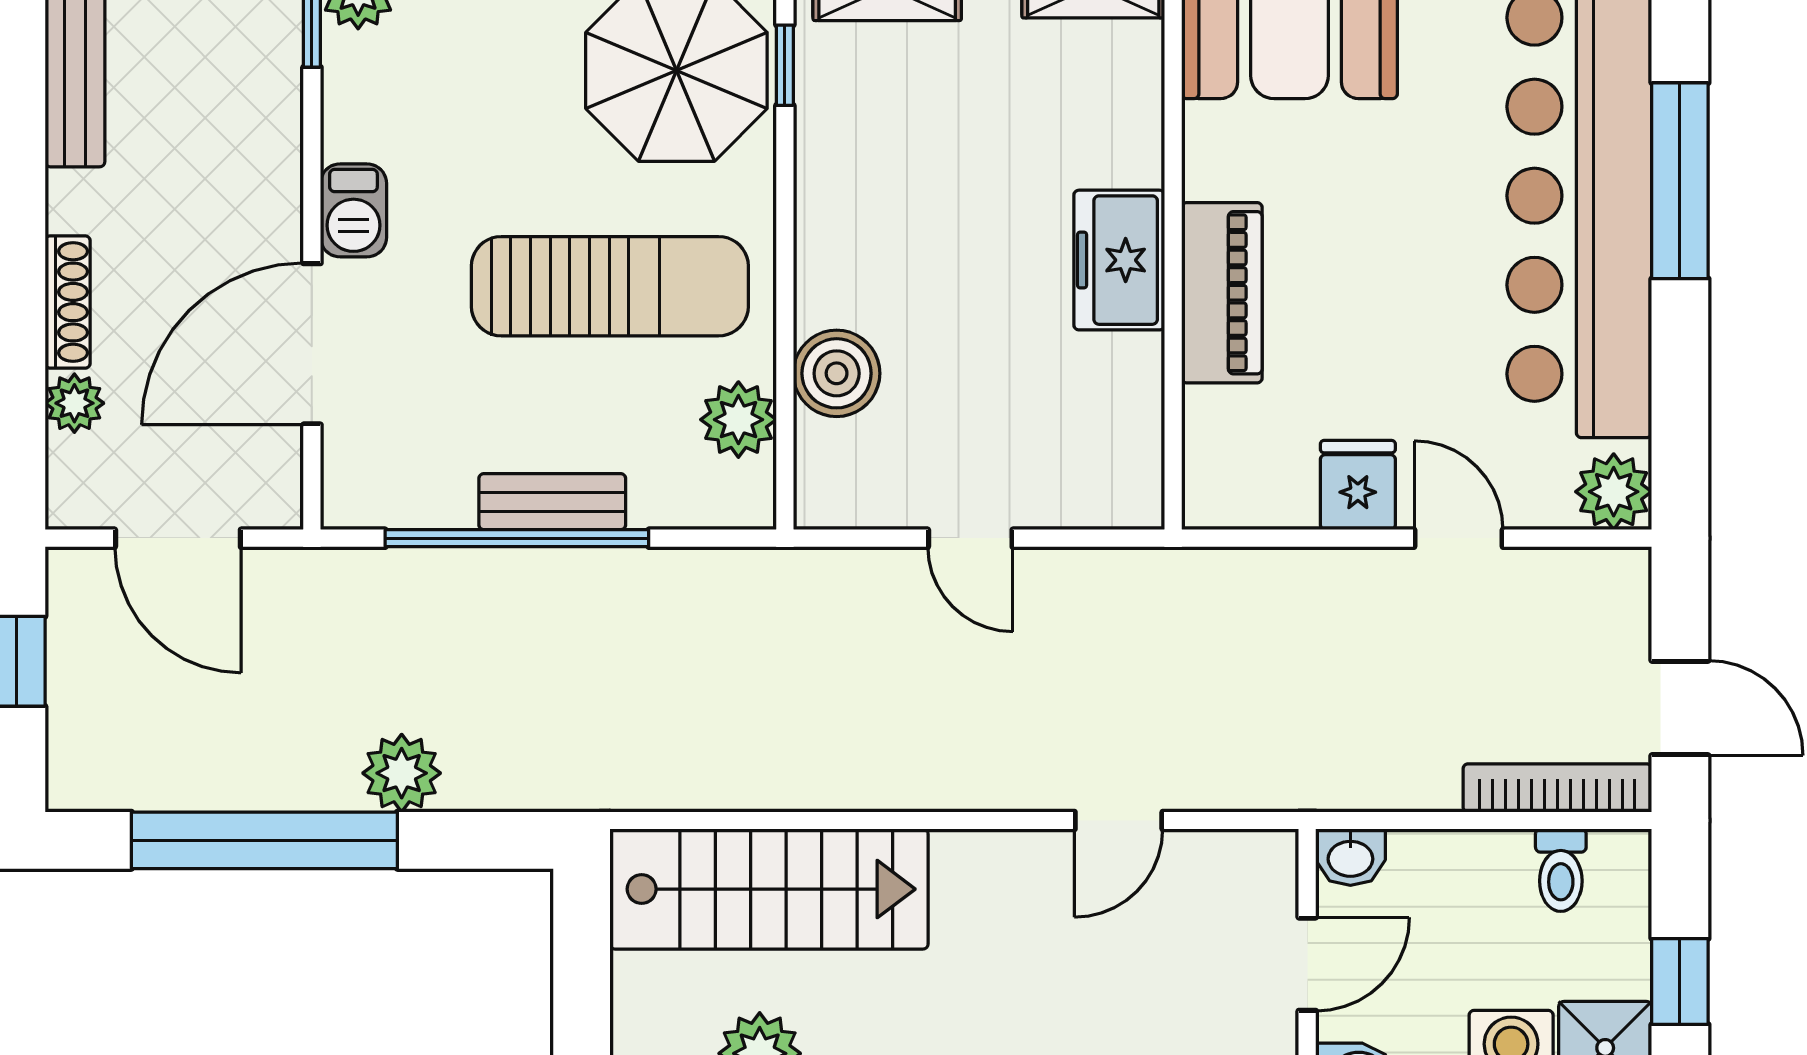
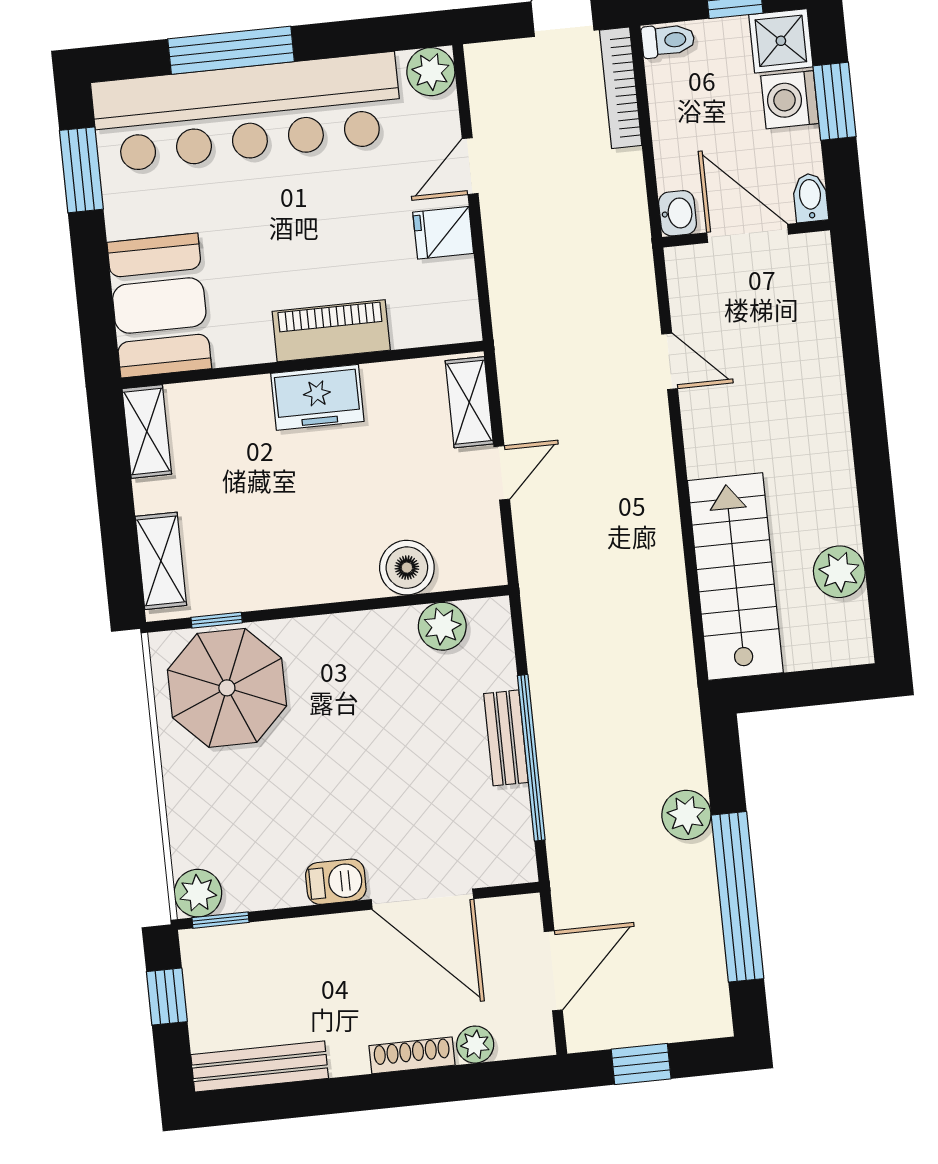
sun lounger: (610, 286) -> (367, 716), removed
shelving: (1087, 499) -> (469, 402), added
toilet: (1561, 870) -> (668, 40), moved
door: (1307, 964) -> (748, 233), width x1.37

